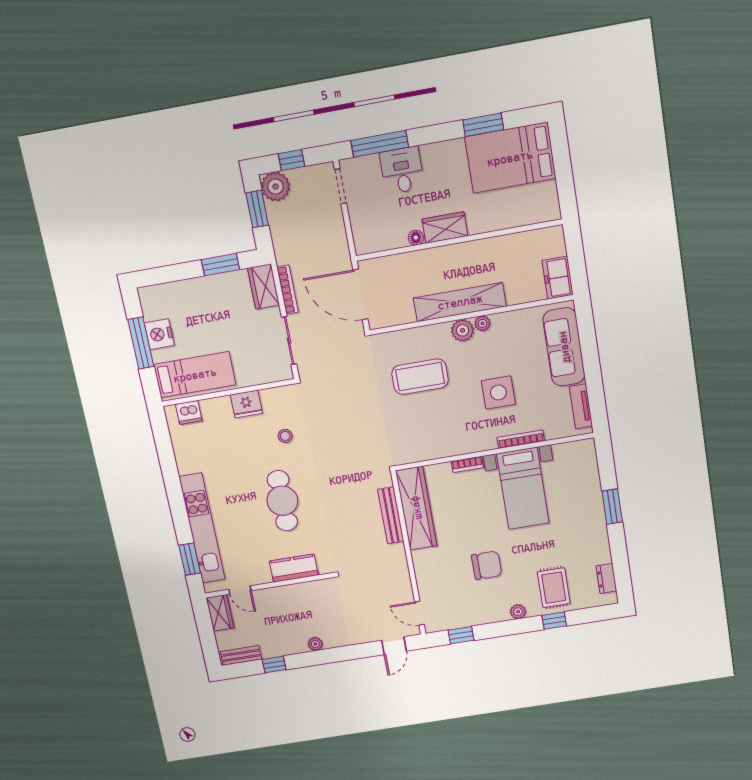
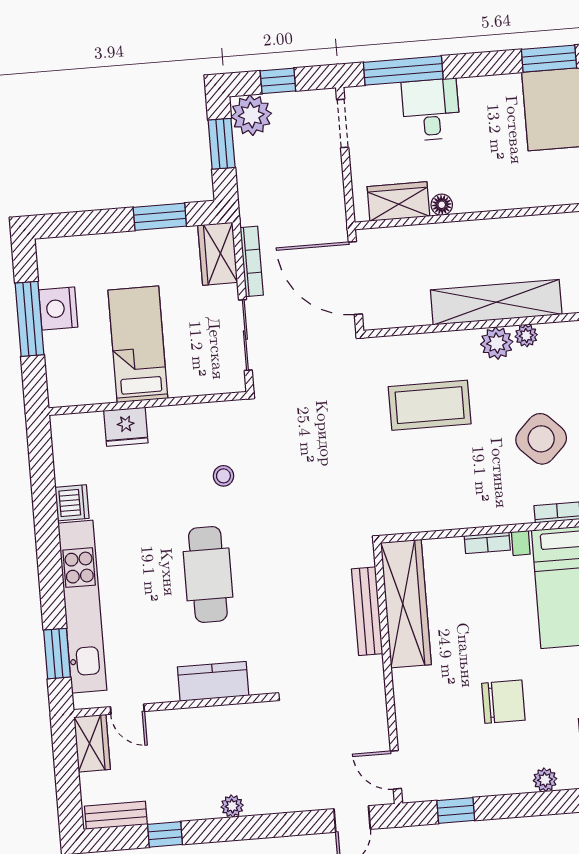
wardrobe: (445, 228) -> (398, 201), moved
bed: (195, 375) -> (138, 344), moved, turned -90
side table: (498, 392) -> (541, 439), turned 45
fridge: (246, 404) -> (126, 427), moved
dishwasher: (189, 412) -> (72, 503), moved, turned -90

